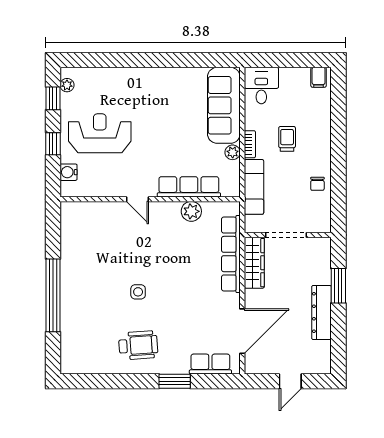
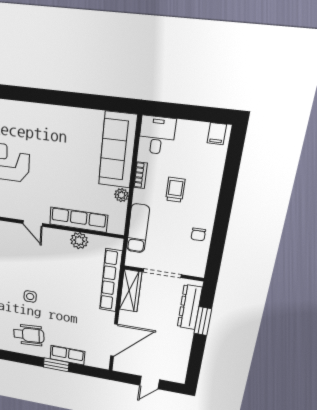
bookcase: (250, 144) -> (140, 175), moved
dresser: (321, 312) -> (190, 307), moved
row of seats: (210, 364) -> (67, 355), moved

